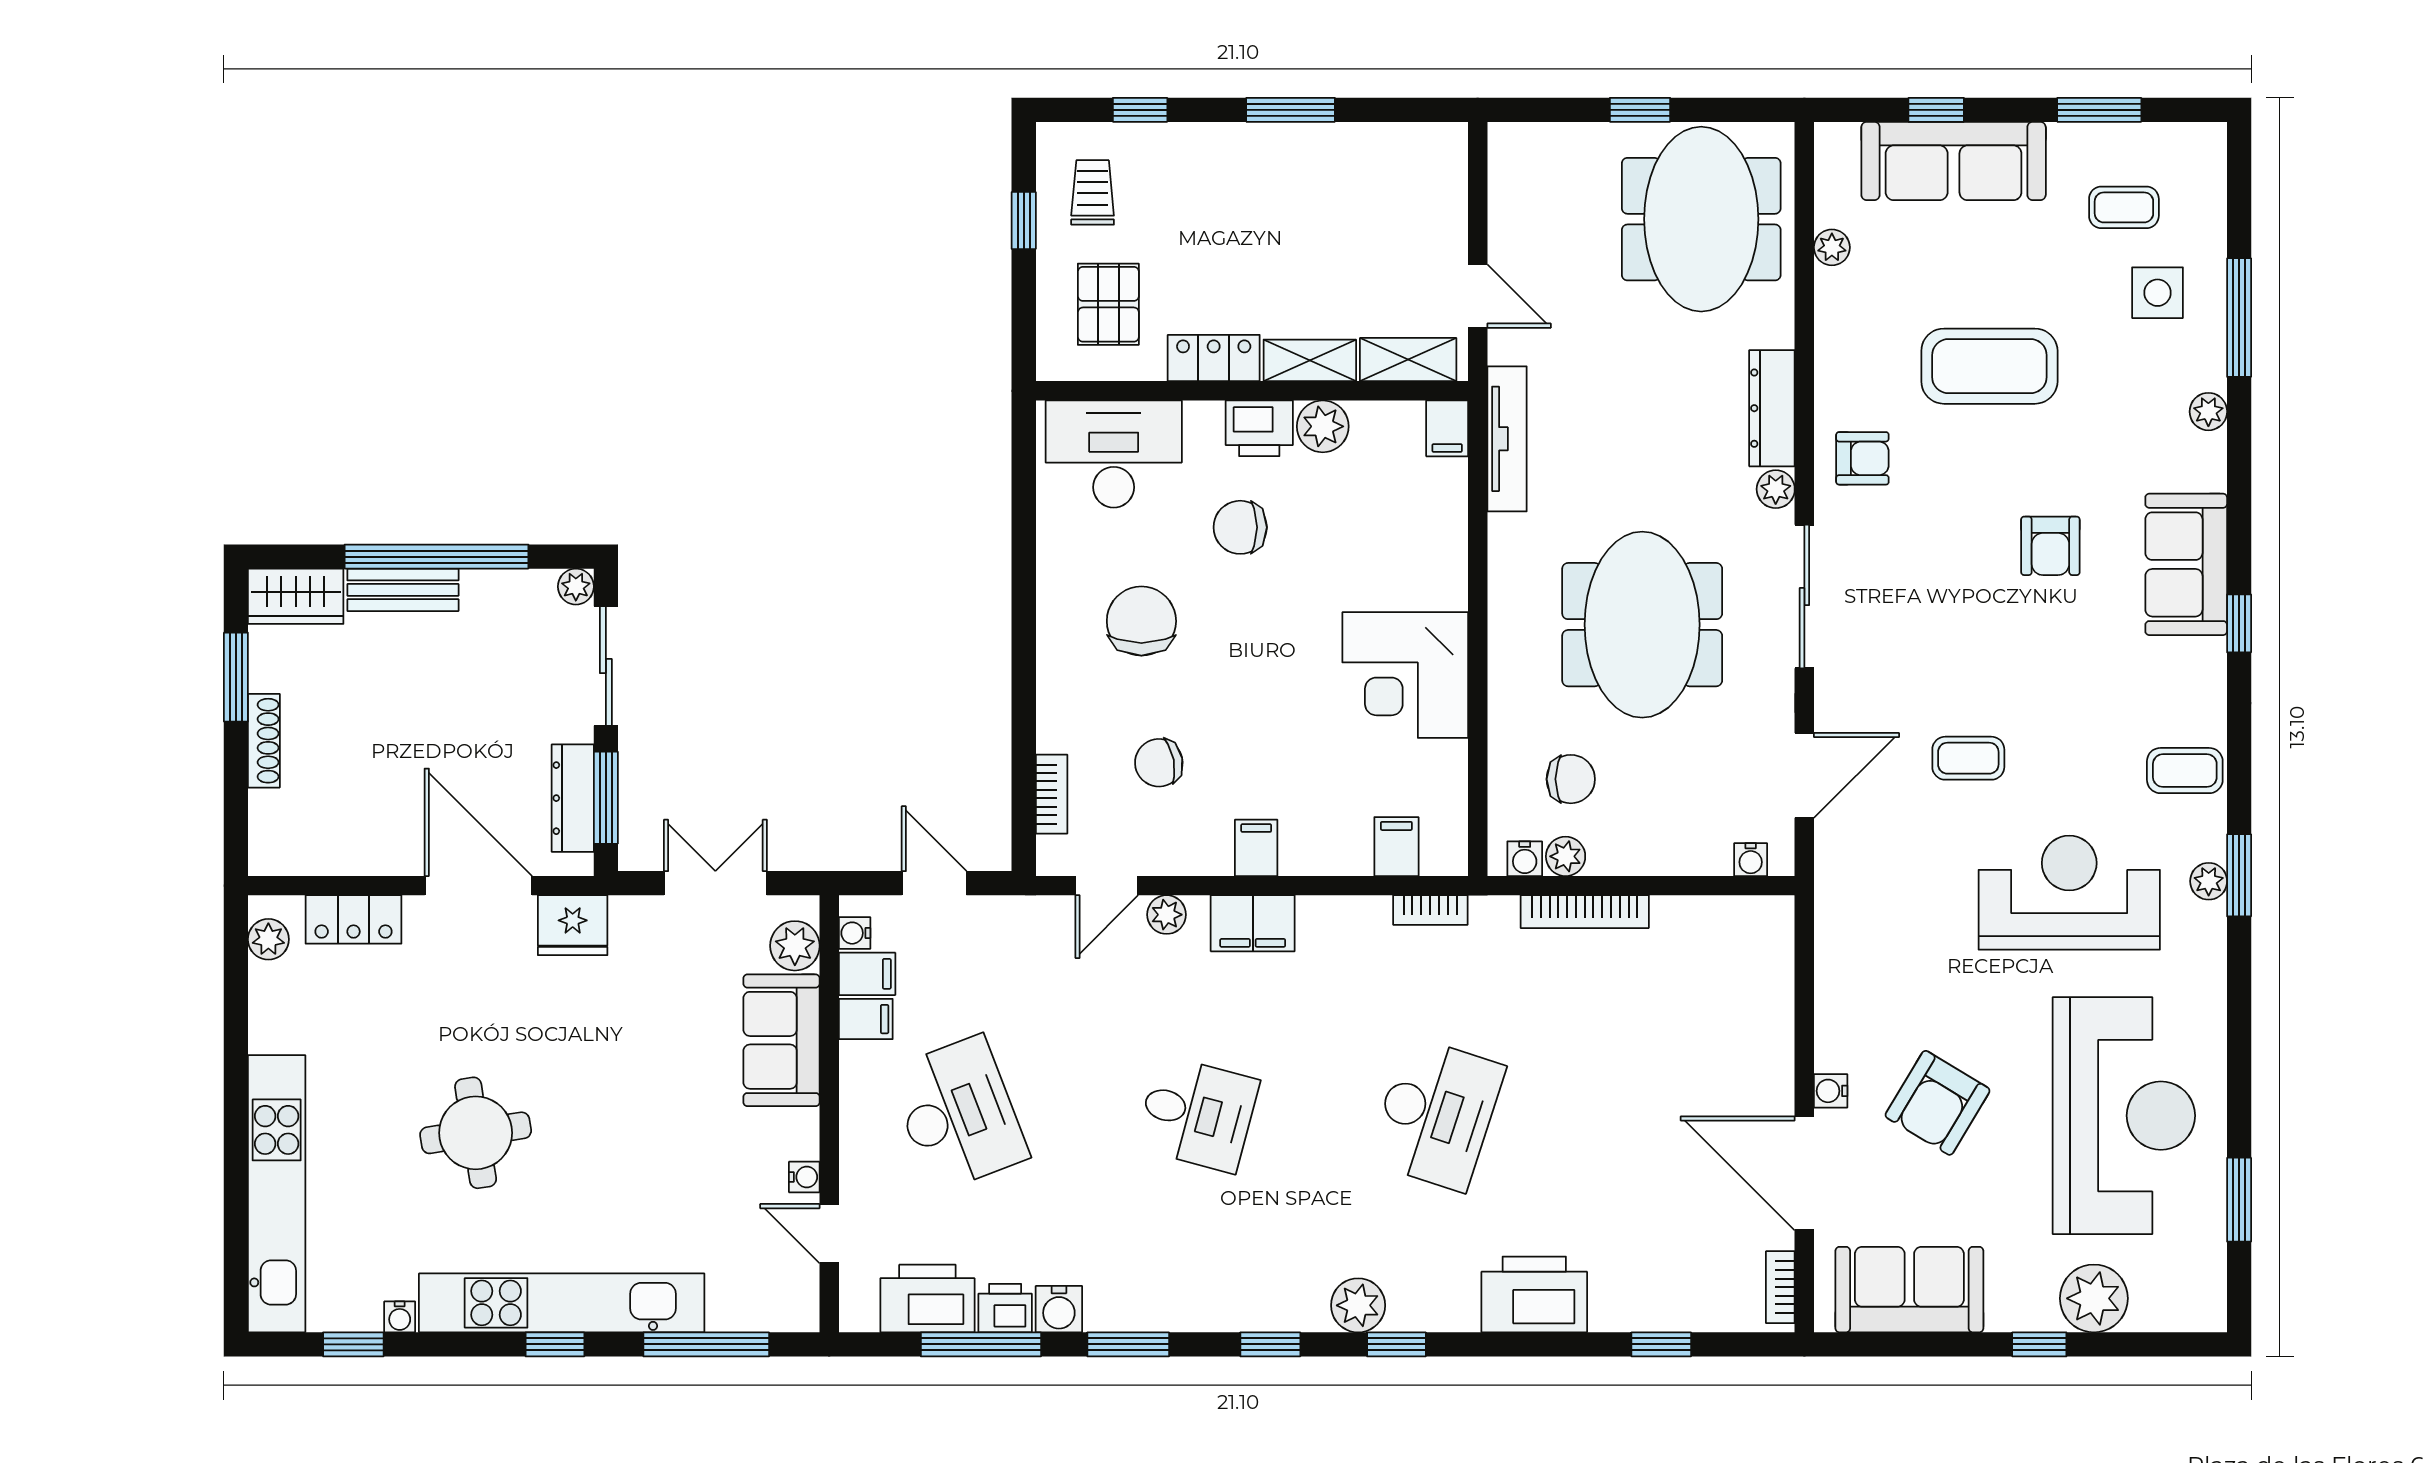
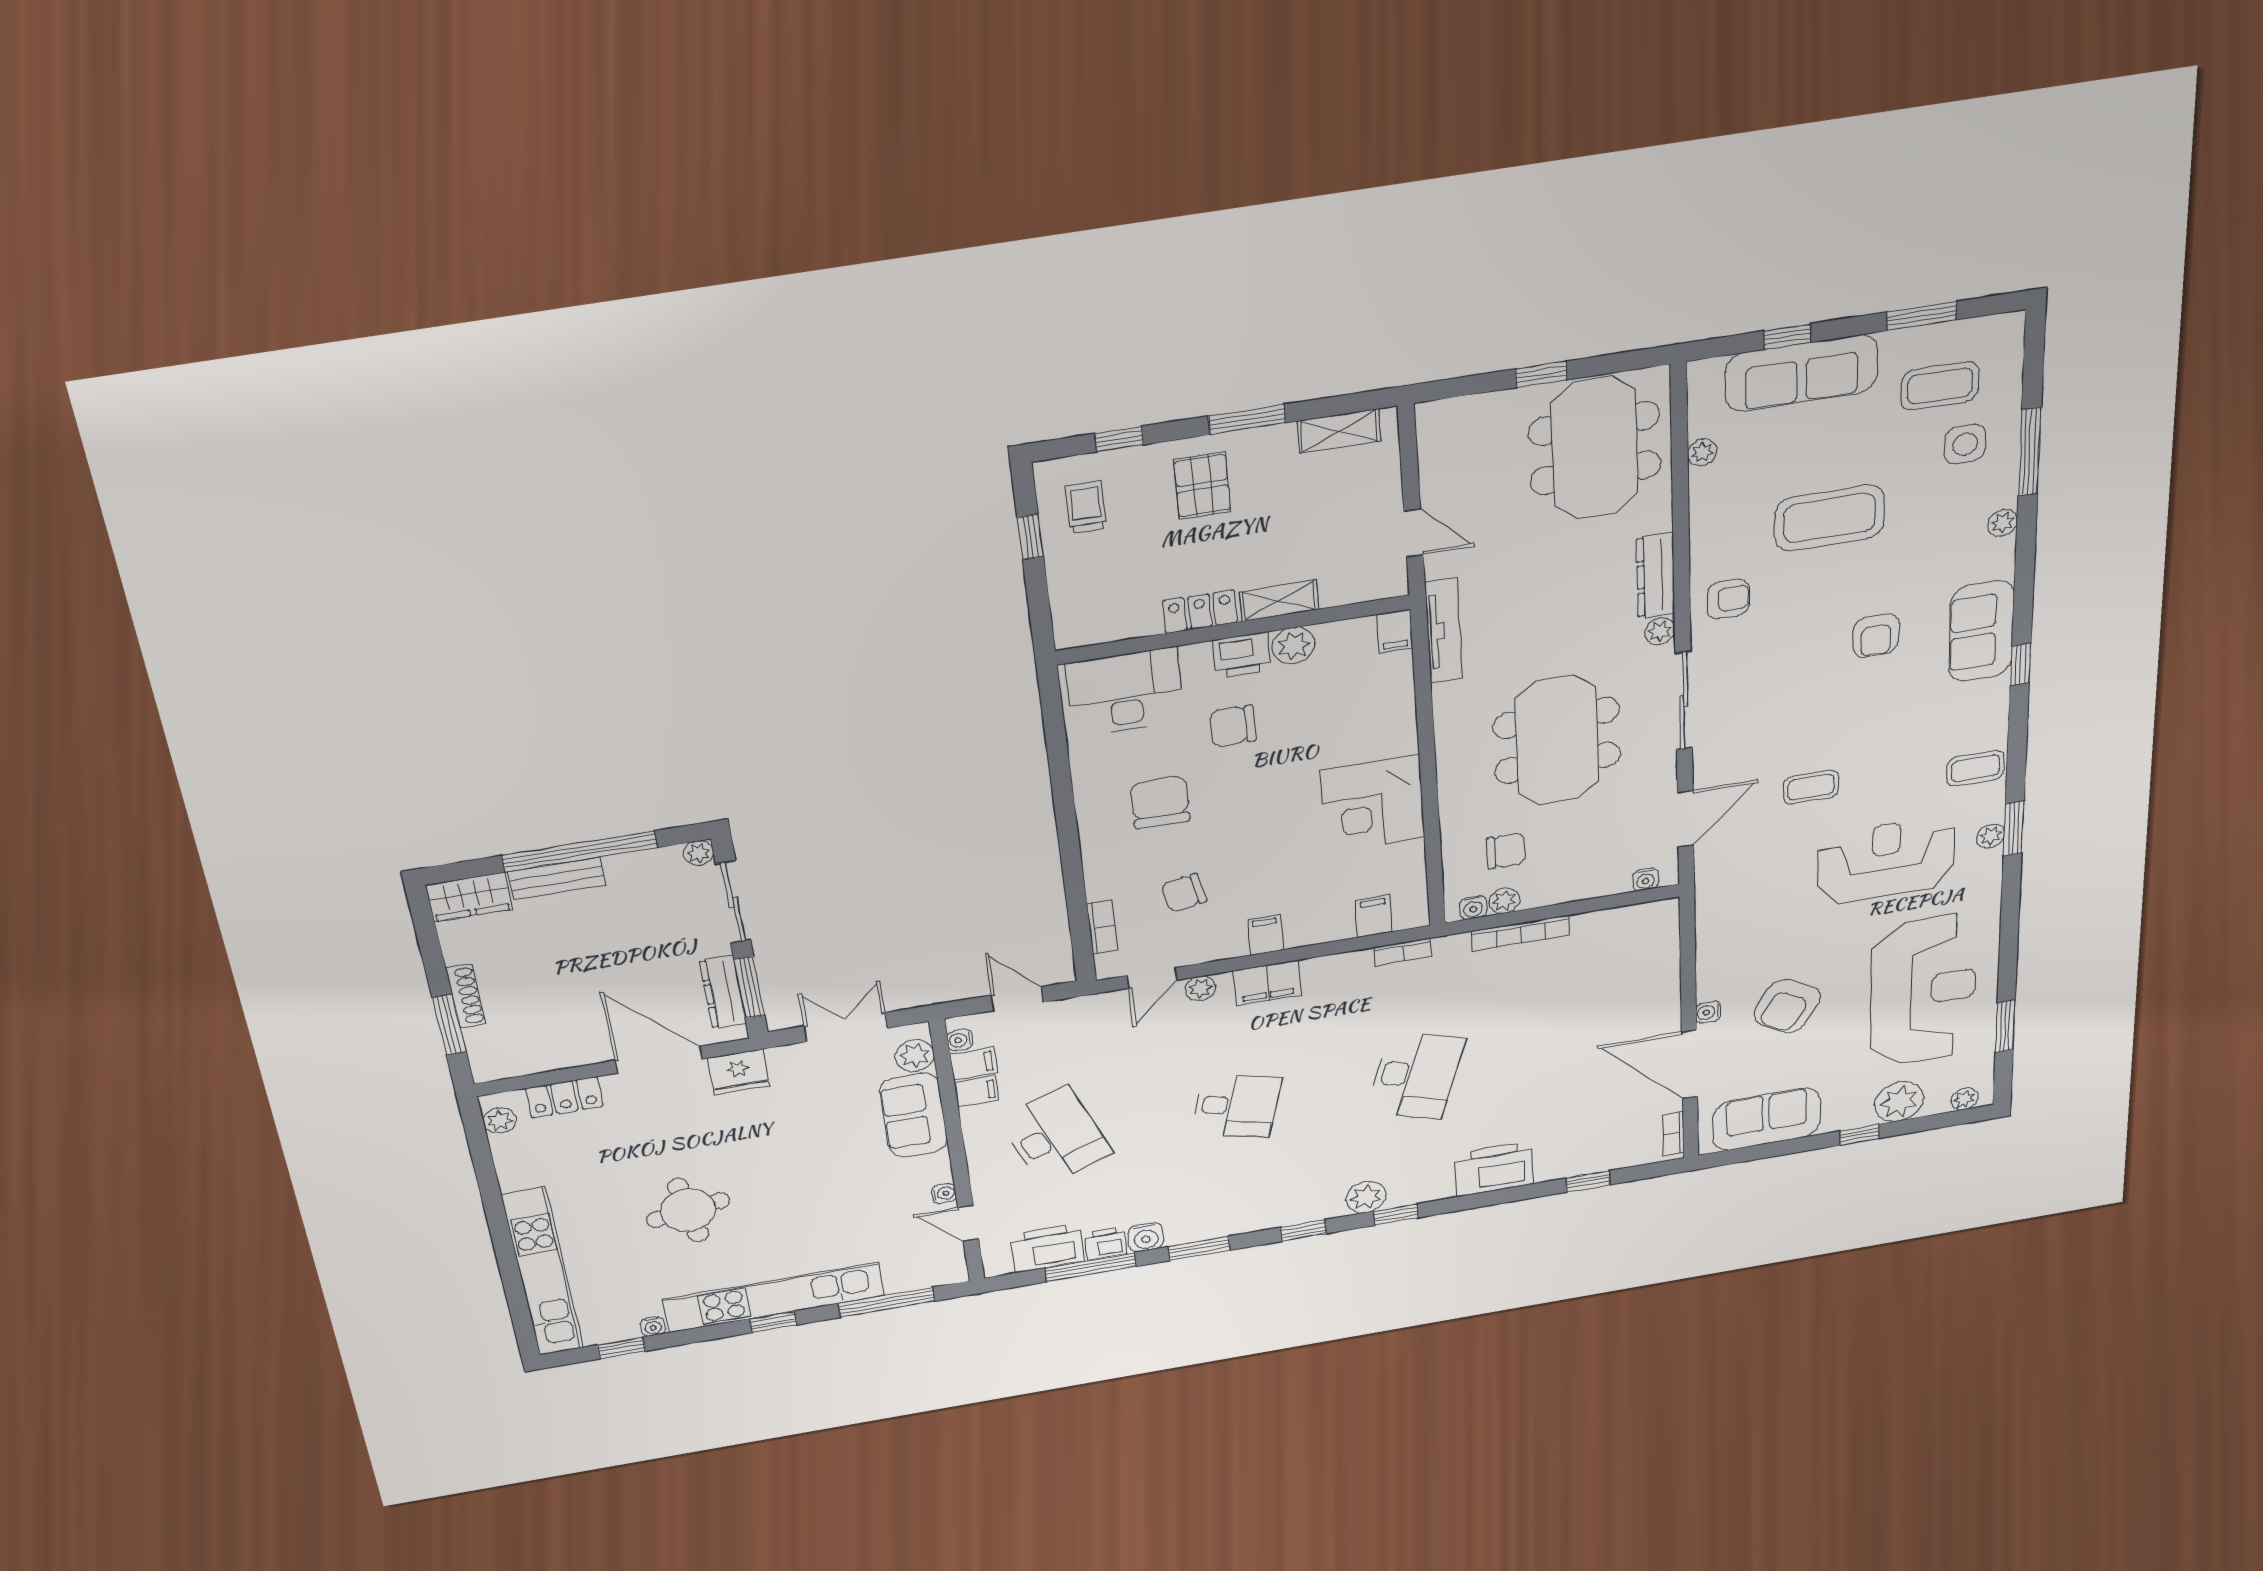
coffee table: (2124, 207) -> (1940, 386), width x1.36, depth x1.30
pallet: (1108, 304) -> (1202, 486), moved
shelving: (1408, 360) -> (1339, 431), moved
window: (236, 677) -> (449, 1025), moved
plant: (2186, 1314) -> (1965, 1099), added

